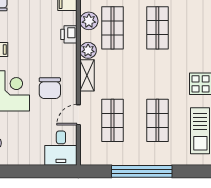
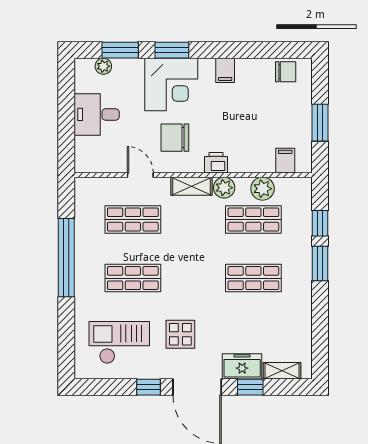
printer: (69, 34) -> (216, 163), moved
desk: (61, 148) -> (97, 114), moved

